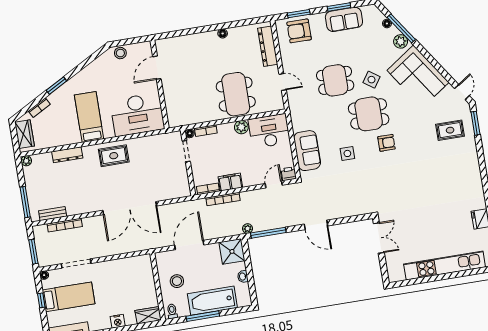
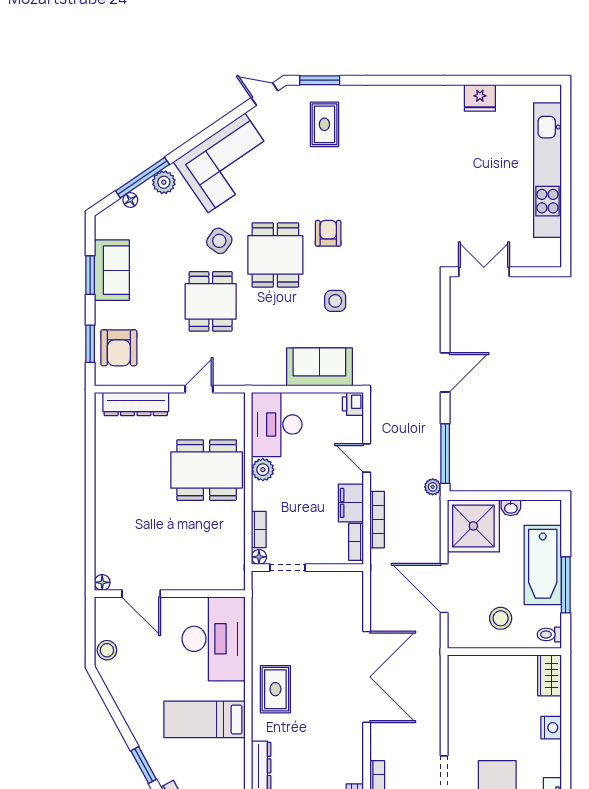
floor lamp: (223, 33) -> (102, 582), moved
door: (274, 184) -> (367, 458), moved
shower: (232, 251) -> (473, 526), width x1.37, depth x1.37

